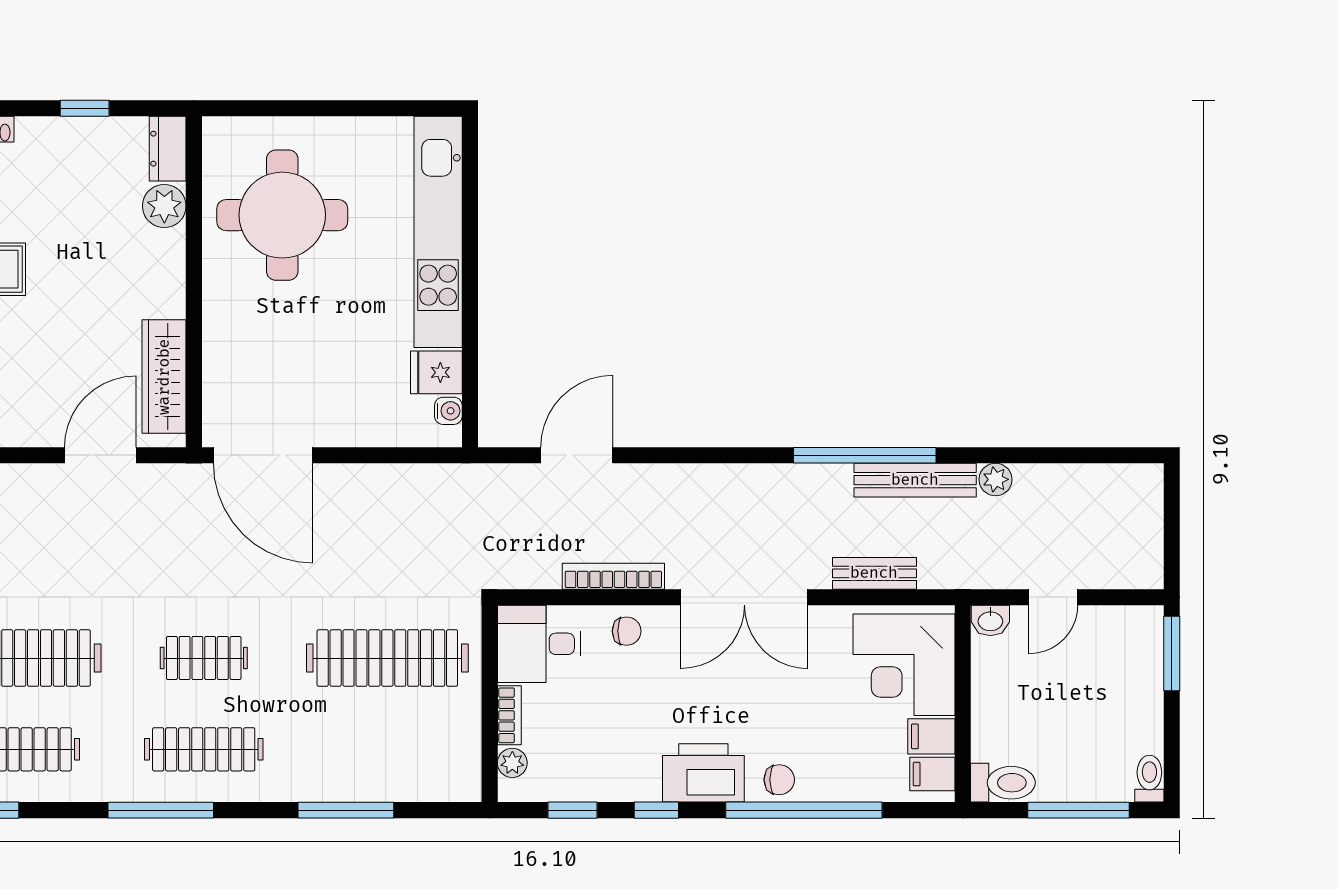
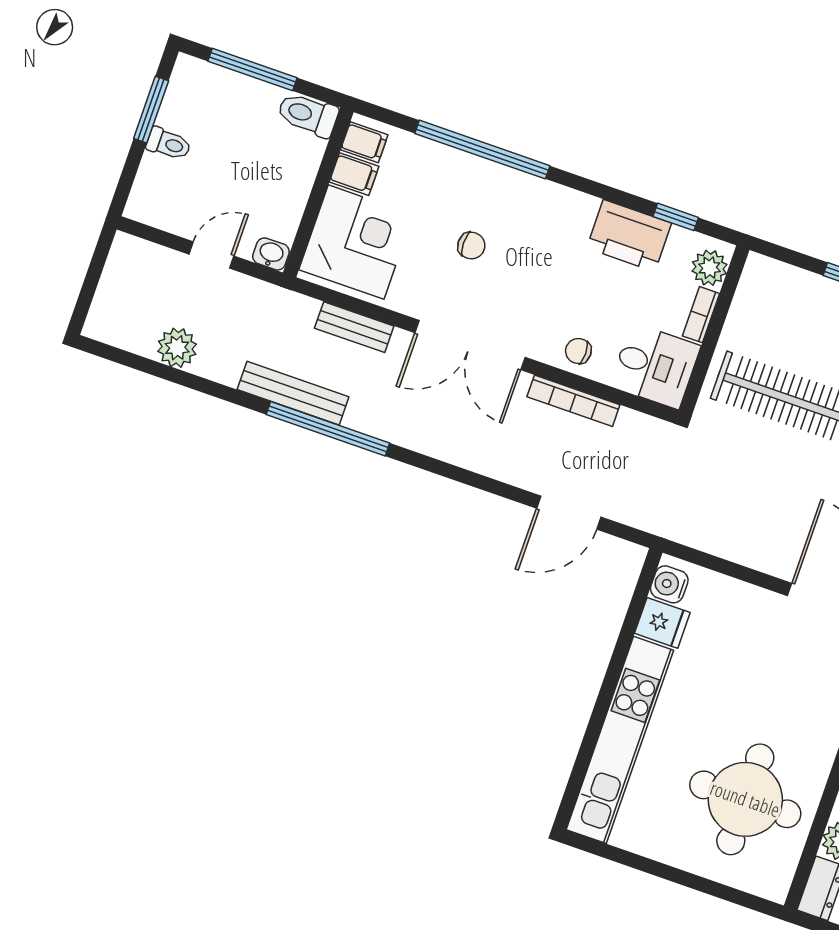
water cooler: (448, 411) -> (669, 584), width x1.38, depth x1.38
plant: (996, 479) -> (177, 348), moved, width x1.38, depth x1.38
double door: (744, 597) -> (470, 345), swing flipped
window: (1172, 653) -> (151, 110), moved
plant: (512, 763) -> (709, 268), width x1.38, depth x1.38
printer: (703, 773) -> (629, 236), moved
toilet: (1149, 779) -> (169, 144), moved, turned -90
chair: (779, 780) -> (471, 246), moved, turned 180
window: (656, 810) -> (606, 193), removed

